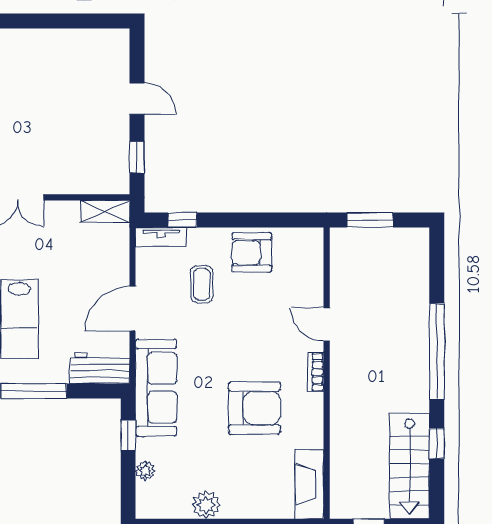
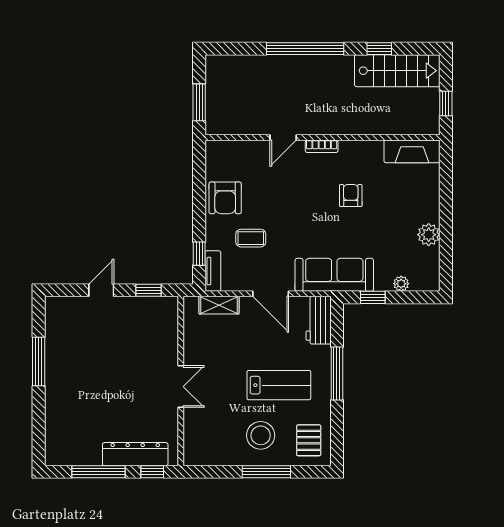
window: (49, 21) -> (39, 361), added
shelving: (105, 211) -> (219, 305), moved, turned 90
armchair: (255, 408) -> (351, 196), width x0.53, depth x0.53

